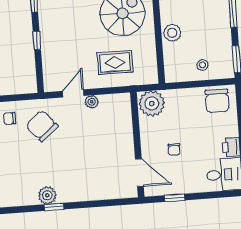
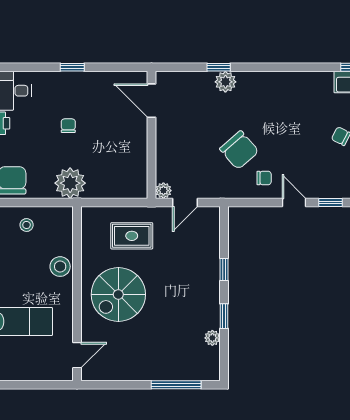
plant: (152, 104) -> (70, 183), moved
chair: (42, 126) -> (239, 150), moved
wall: (137, 145) -> (152, 135), moved
door: (139, 173) -> (152, 101), moved

